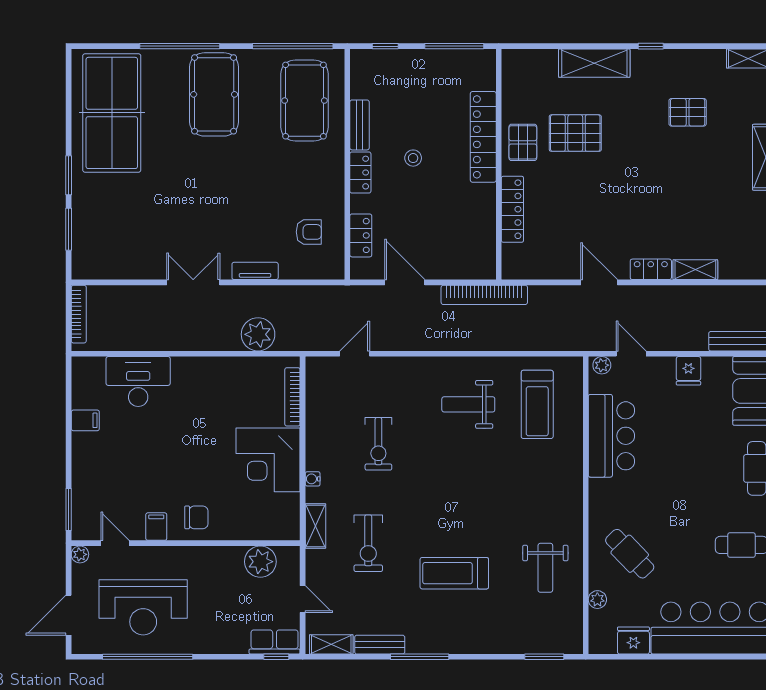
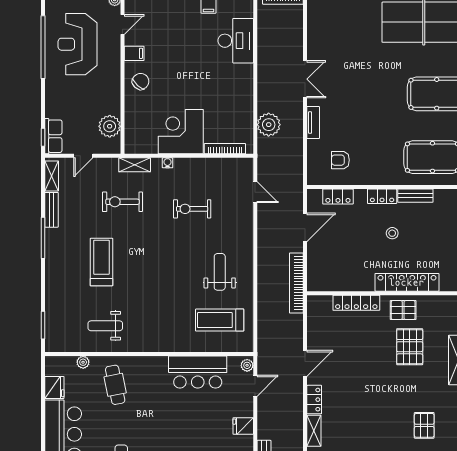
armchair: (309, 232) -> (340, 160), turned 90
chair: (196, 517) -> (141, 81), turned -137
cafe table: (630, 554) -> (115, 385), turned -57

